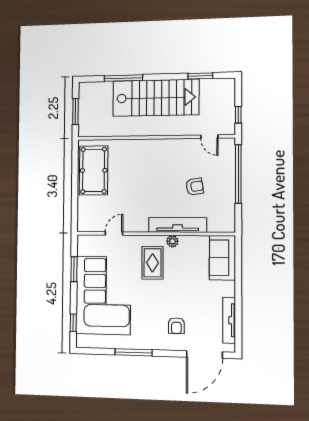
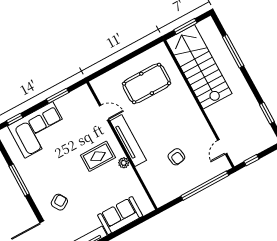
stairs: (156, 98) -> (199, 67), moved, turned 180
pool table: (94, 170) -> (147, 83), moved
tv unit: (178, 225) -> (128, 141), moved
sofa: (222, 258) -> (120, 216), moved
corner sofa: (103, 295) -> (39, 130), width x0.73, depth x0.74
armchair: (176, 326) -> (59, 202), turned 148

